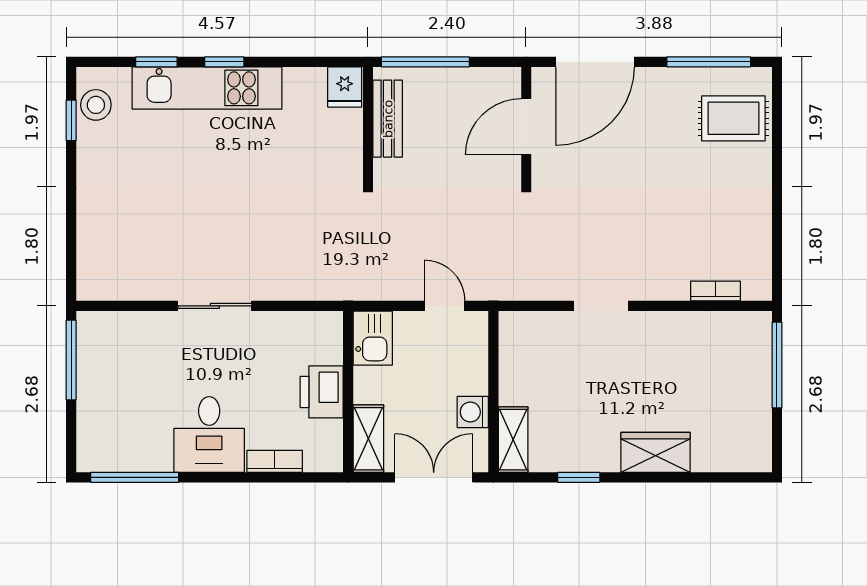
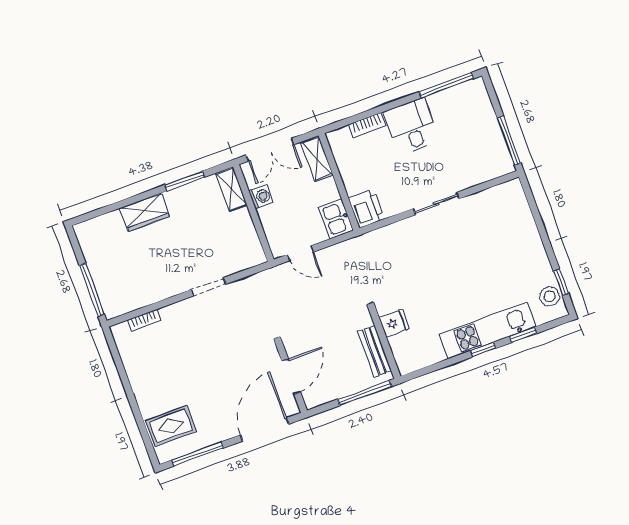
fridge: (345, 87) -> (394, 323), moved, turned 90
printer: (322, 392) -> (366, 208), moved
window: (579, 477) -> (185, 181), width x1.50

